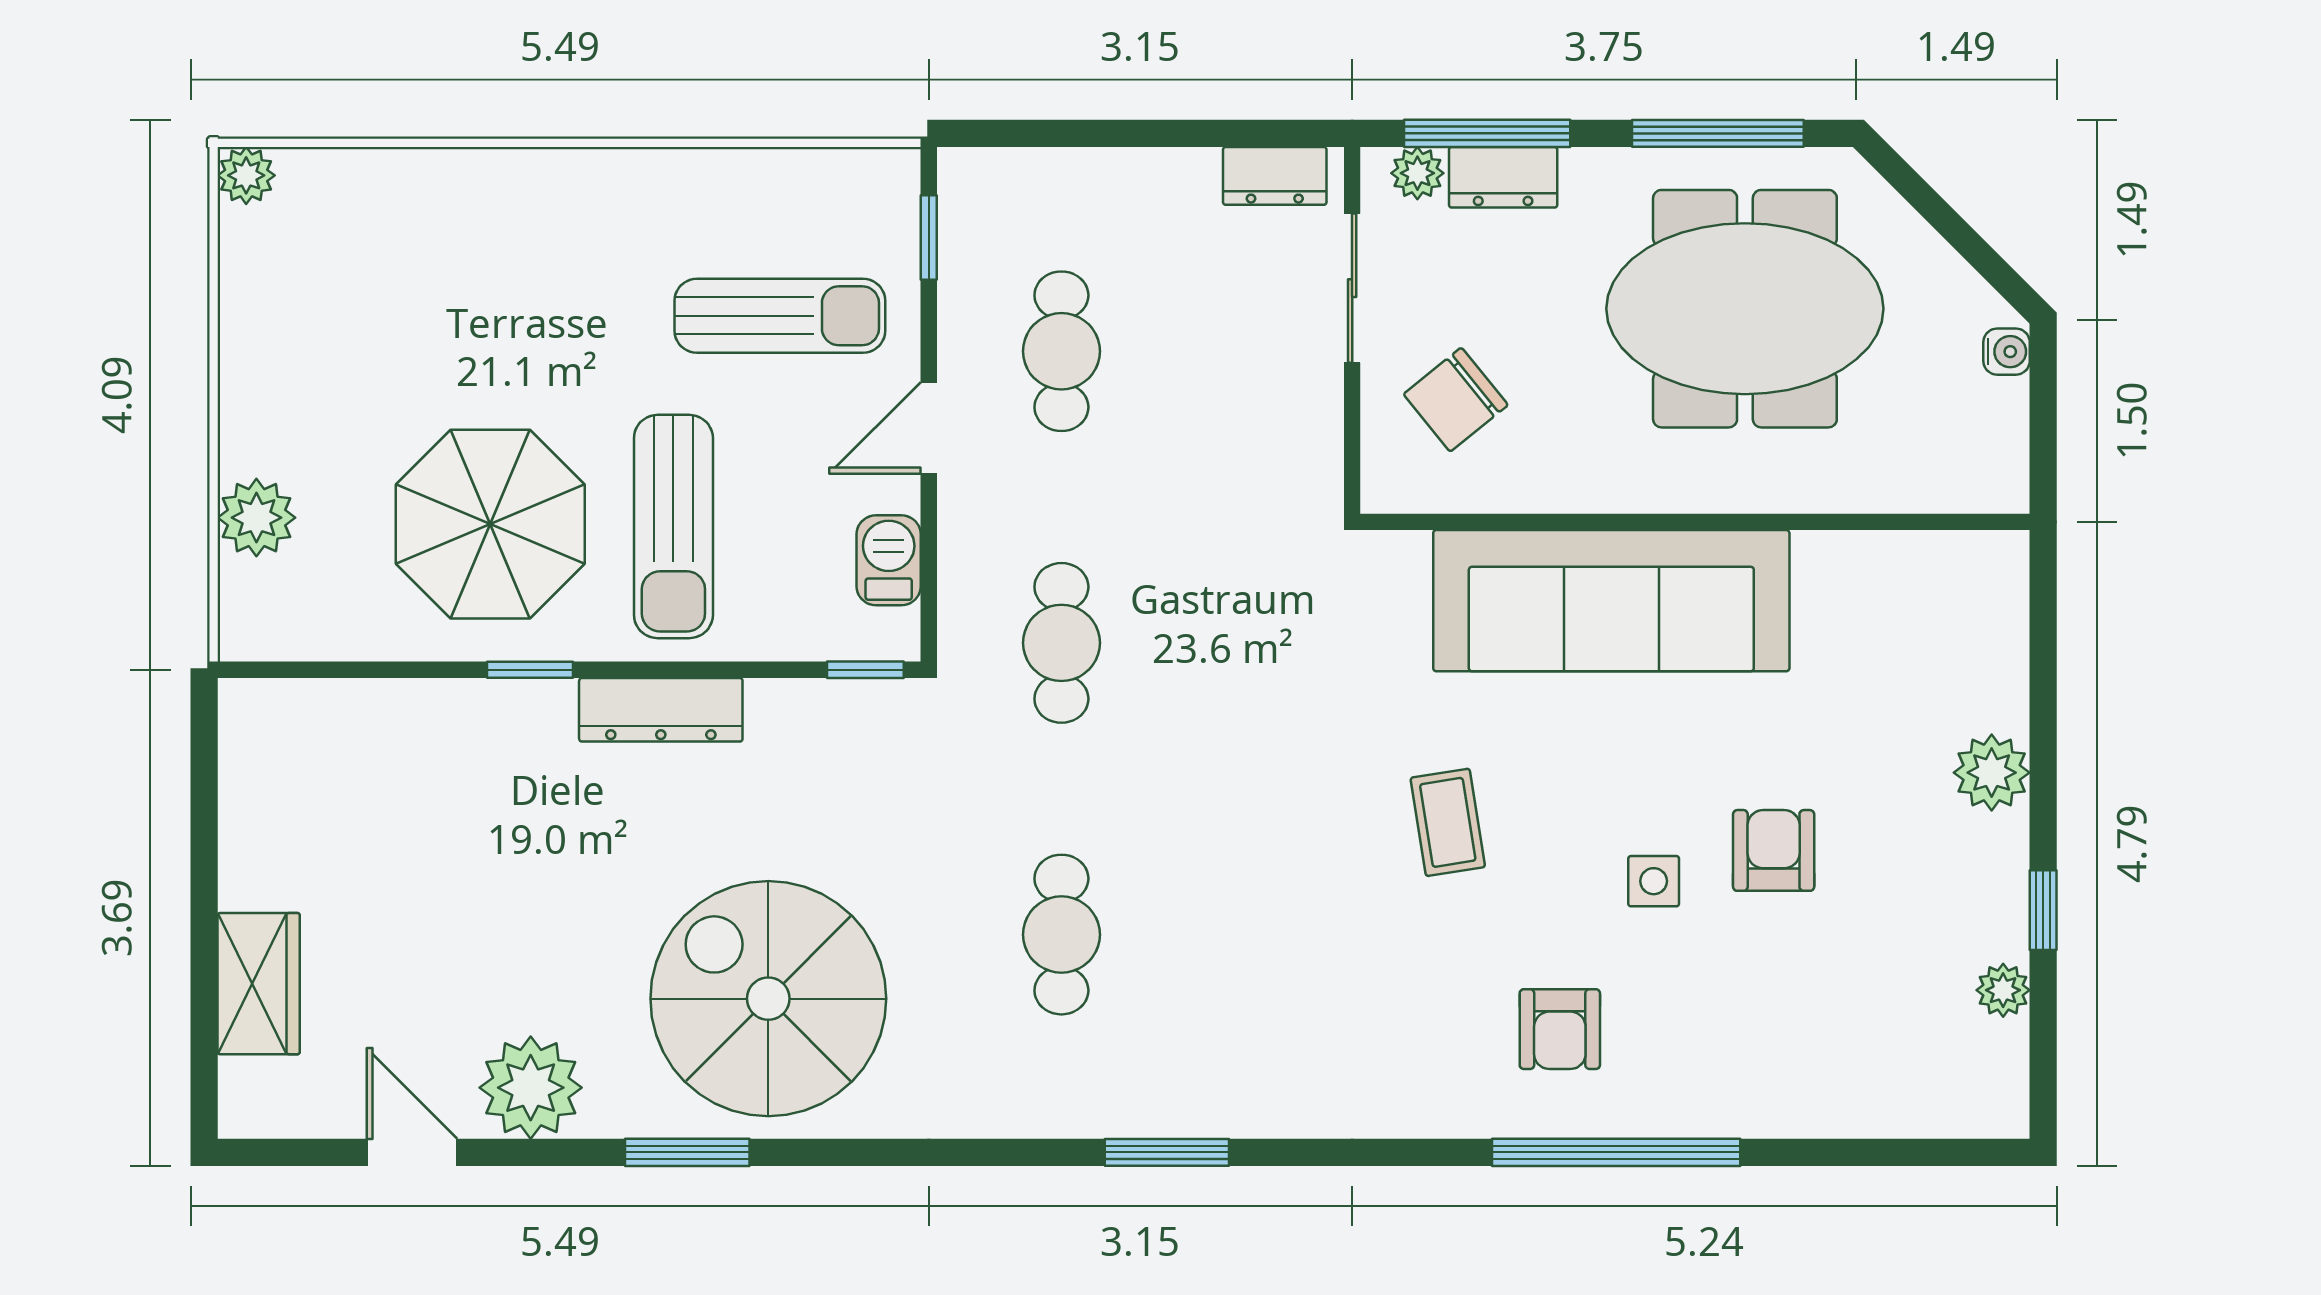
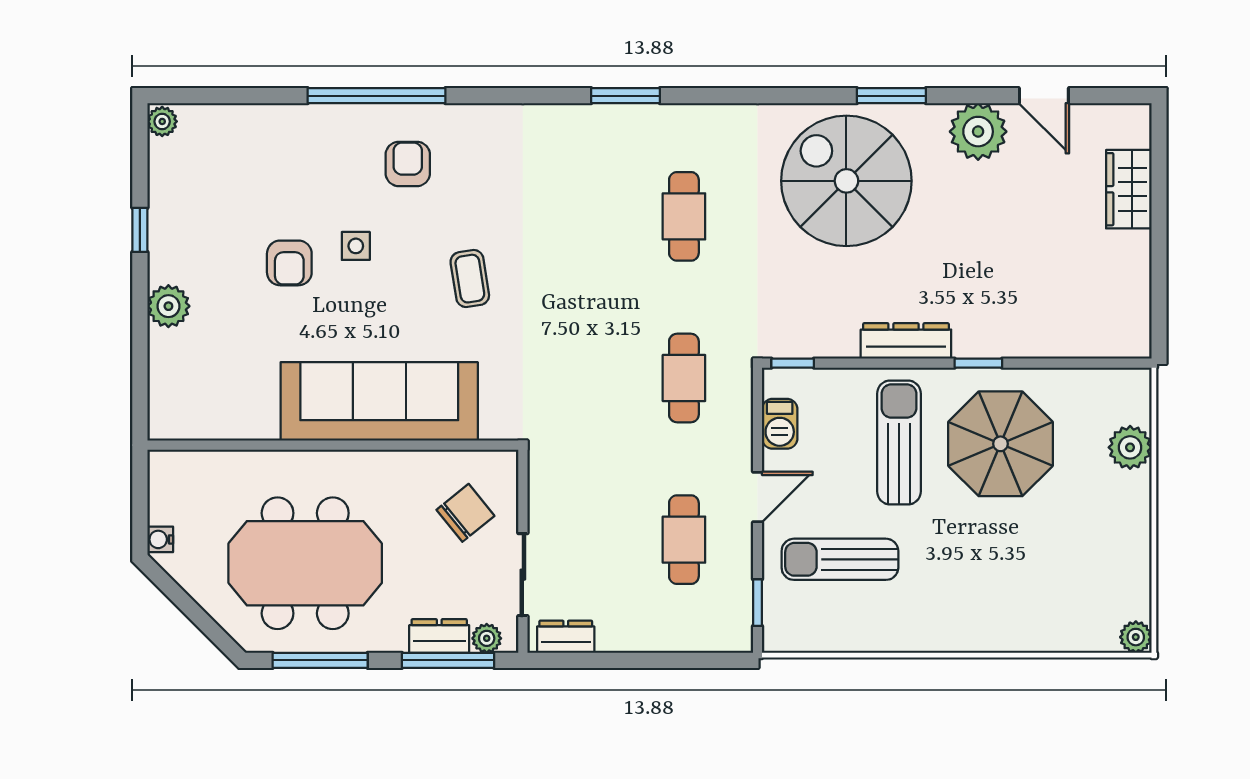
plant: (2003, 990) -> (162, 121), moved
spiral stairs: (768, 999) -> (846, 181), turned 180

